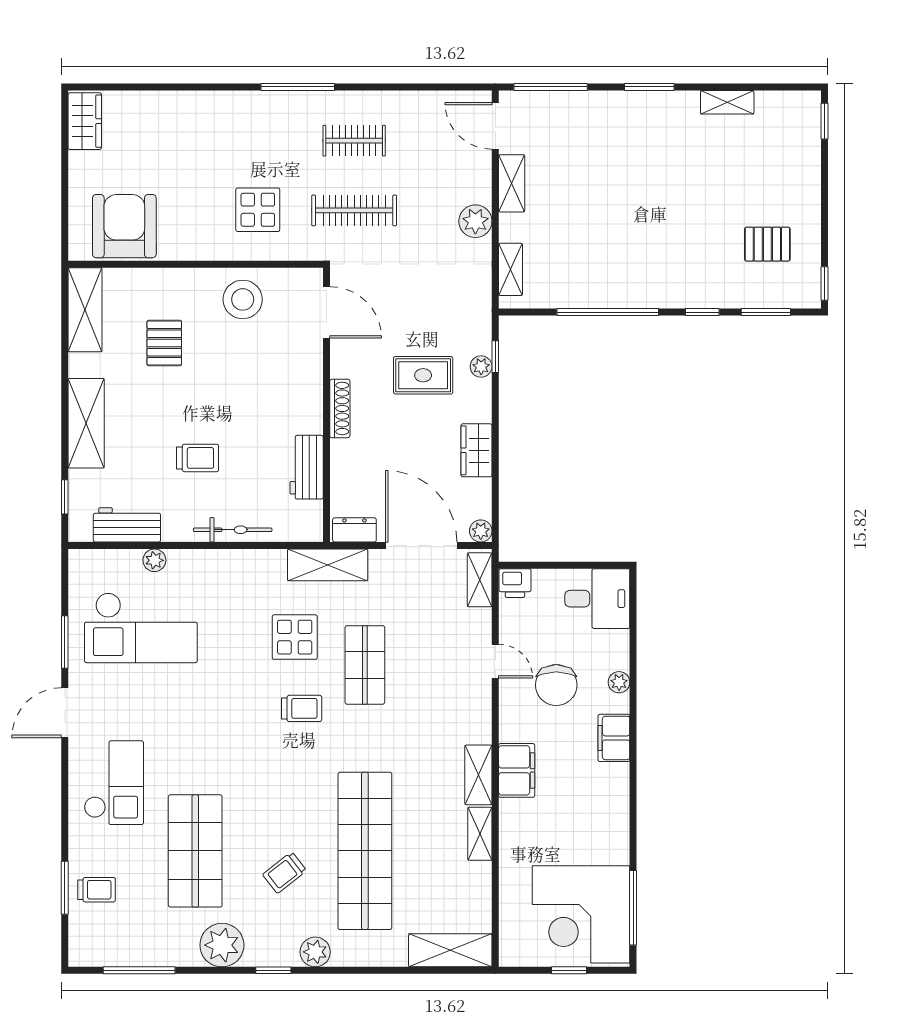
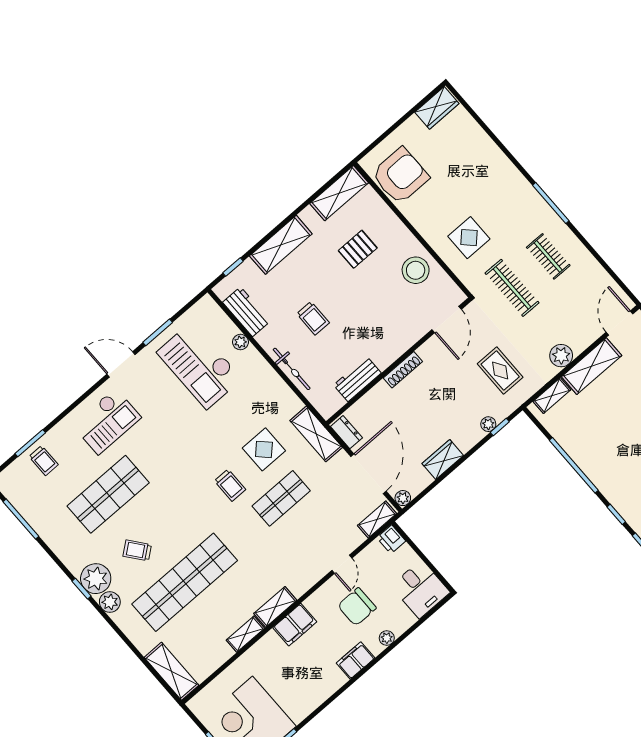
shelving: (512, 183) -> (592, 366), width x1.50, depth x1.33
rug: (423, 375) -> (500, 370), moved
plant: (222, 945) -> (96, 579), moved

